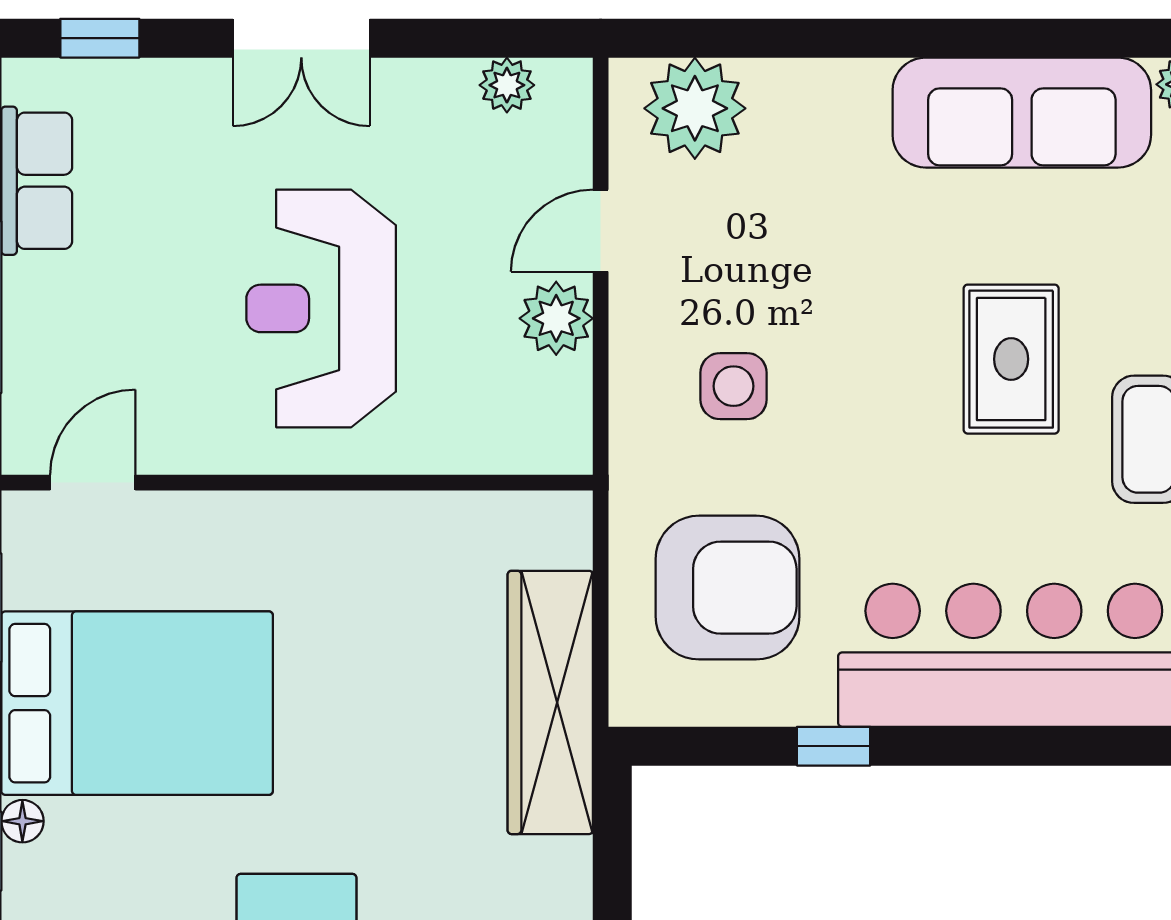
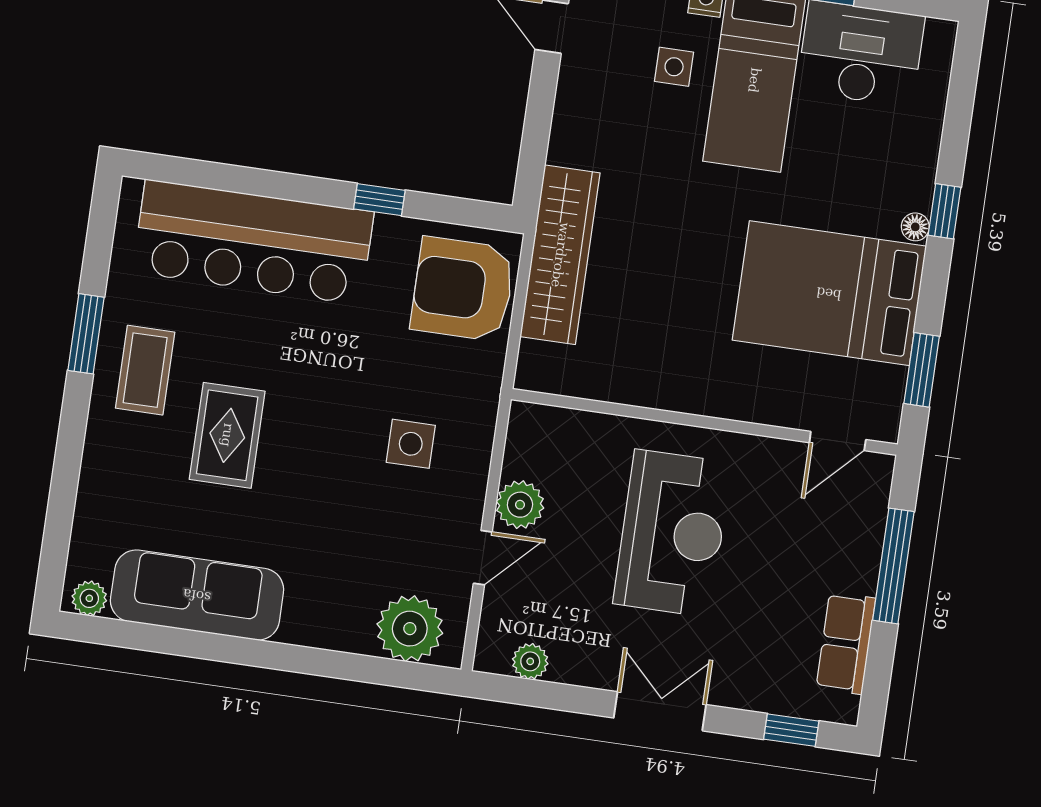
armchair: (728, 588) -> (463, 289), moved

